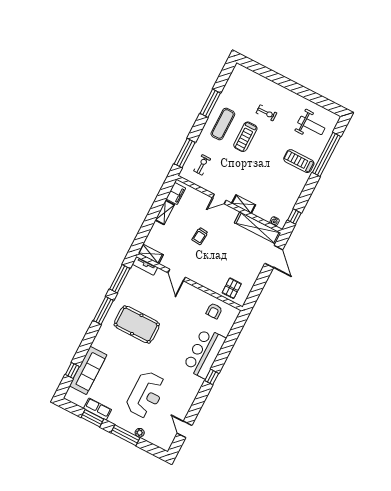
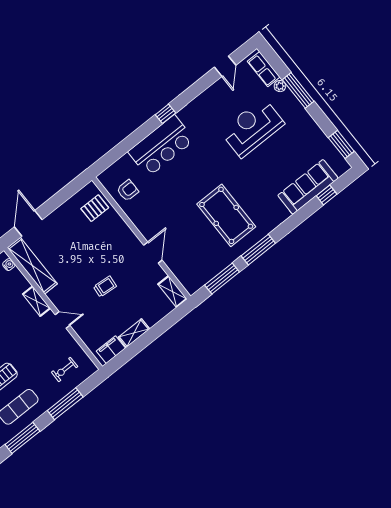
window: (185, 153) -> (65, 404), moved
tv unit: (145, 266) -> (185, 280), removed
row of seats: (97, 409) -> (264, 69), moved
window: (92, 418) -> (341, 144), moved

